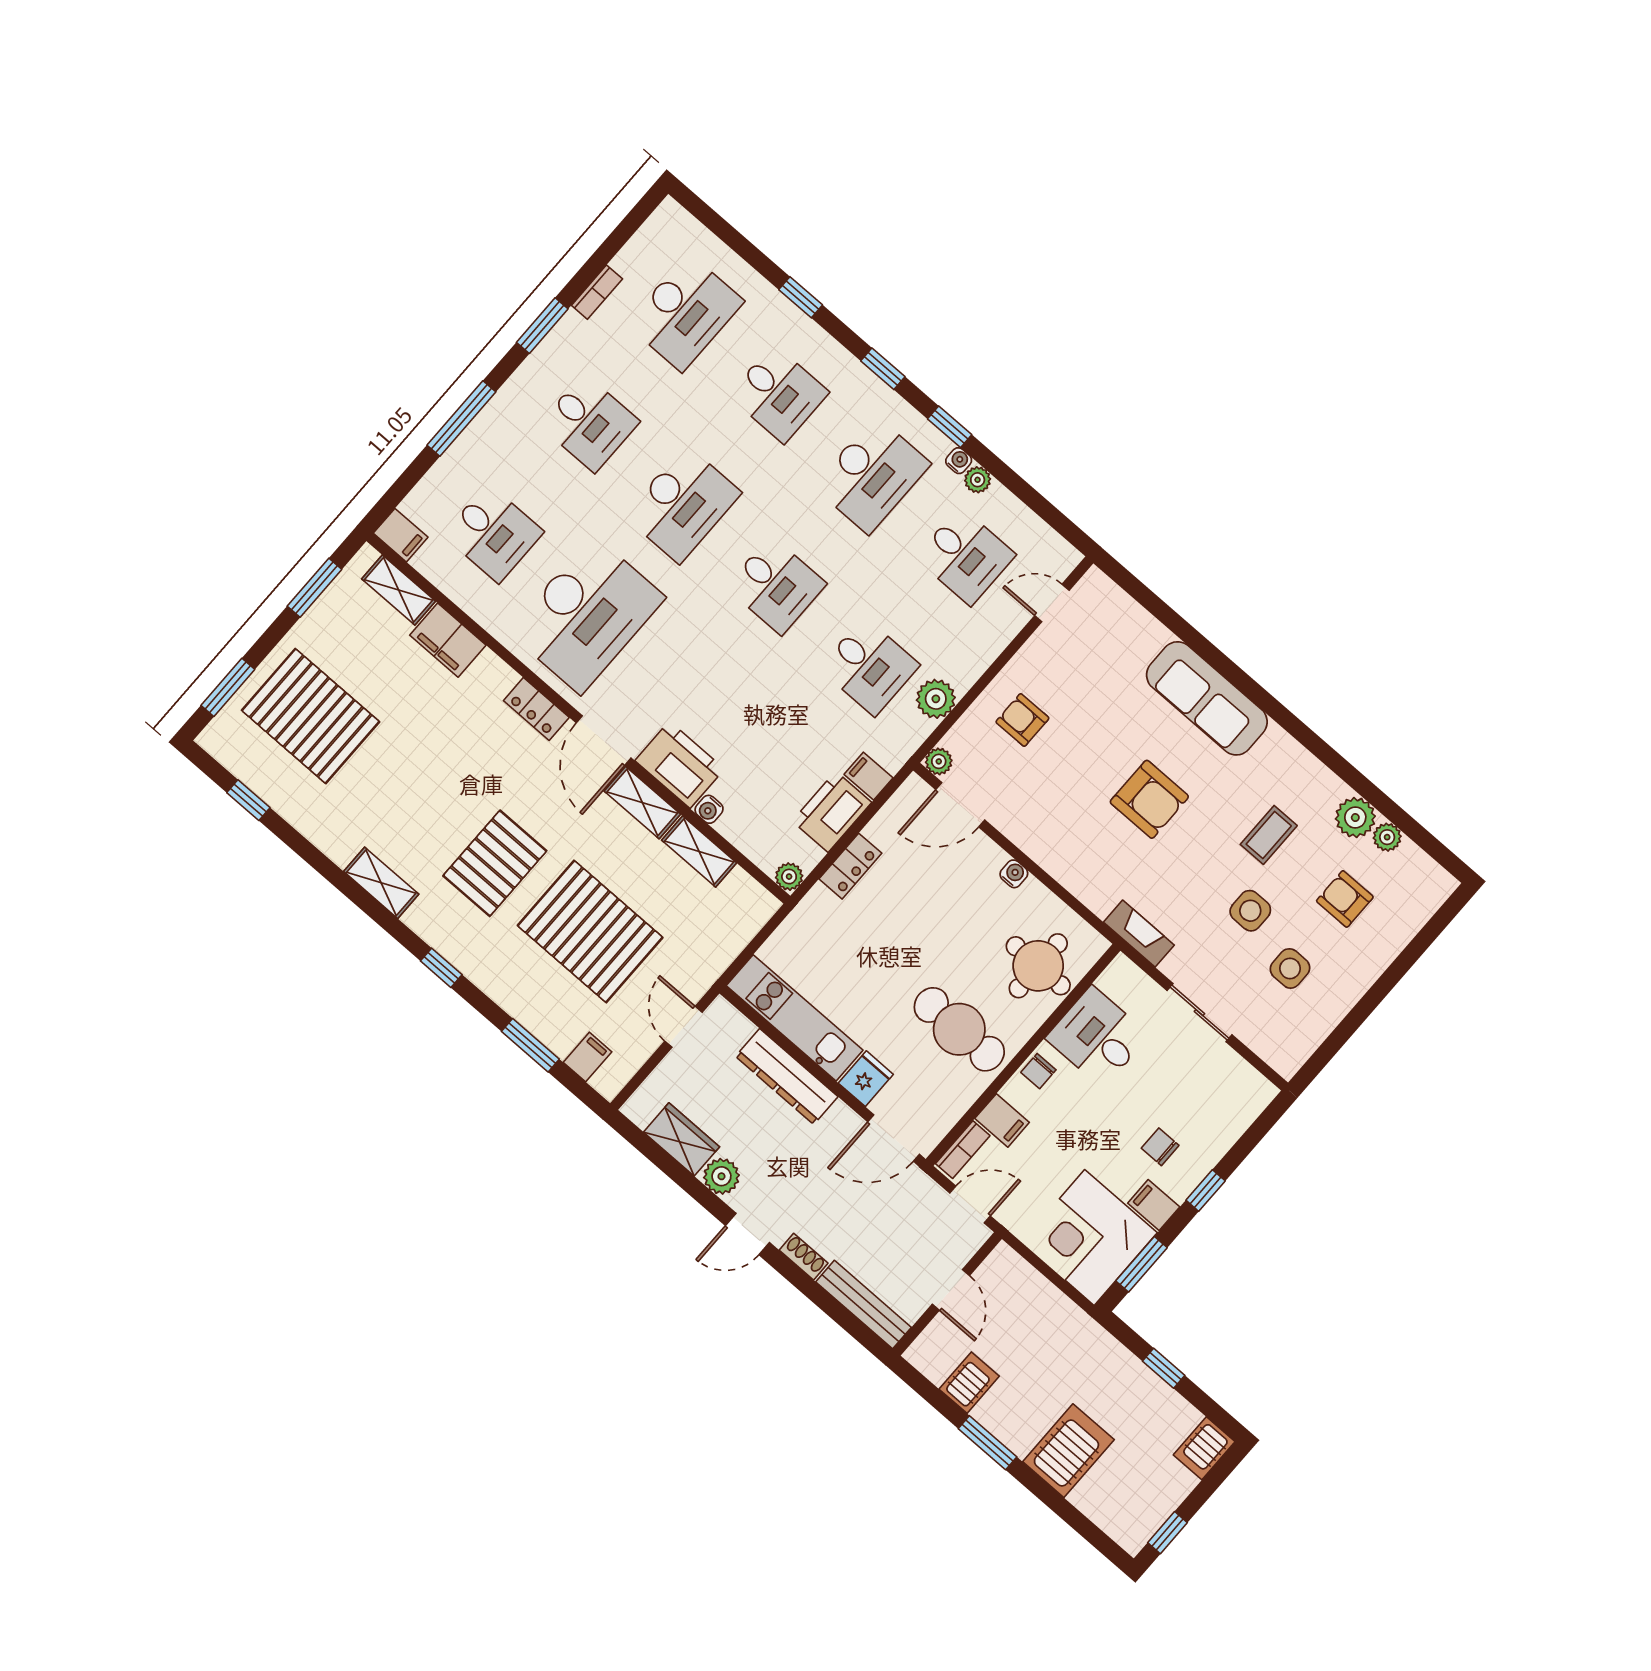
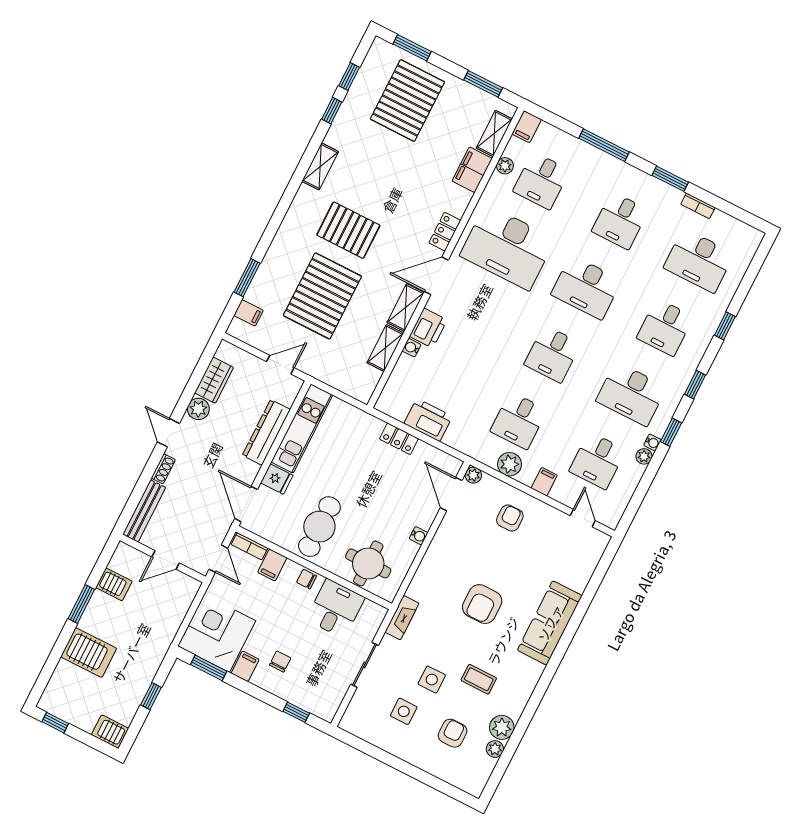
printer: (680, 765) -> (428, 328), width x0.73, depth x0.84
filing cabinet: (868, 776) -> (544, 482), moved
plant: (789, 877) -> (505, 166), moved
window: (441, 968) -> (332, 111), moved
window: (1206, 1191) -> (296, 712), moved

